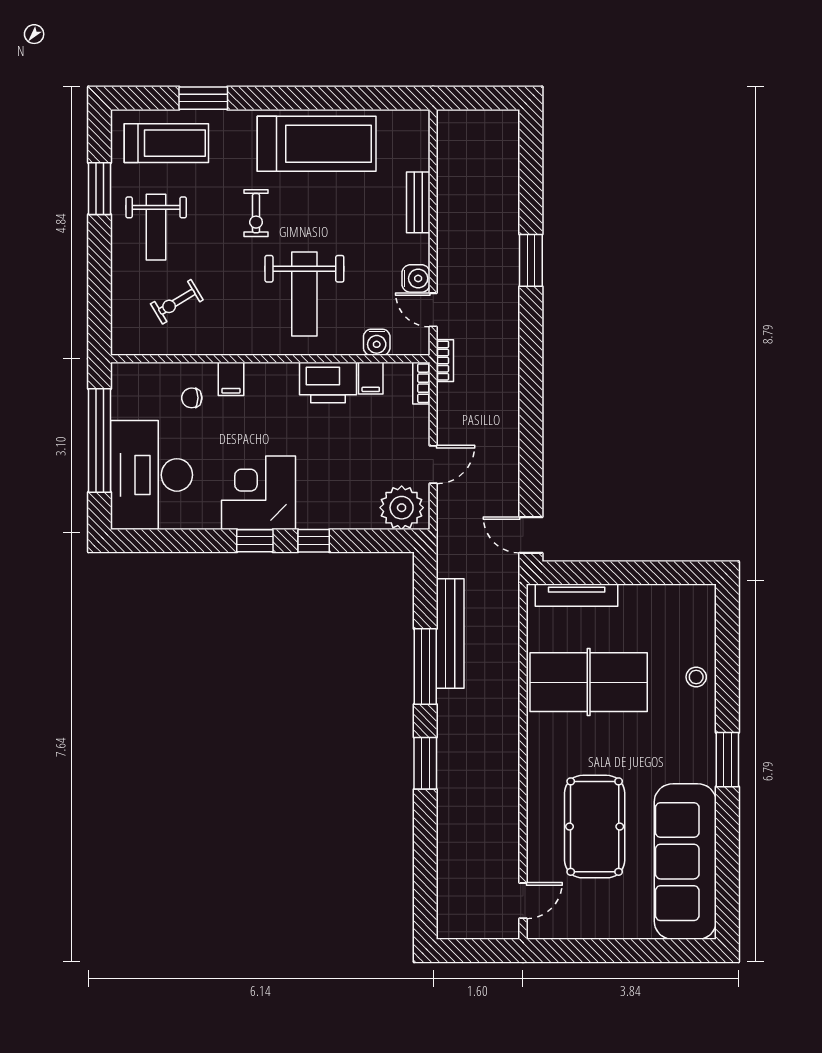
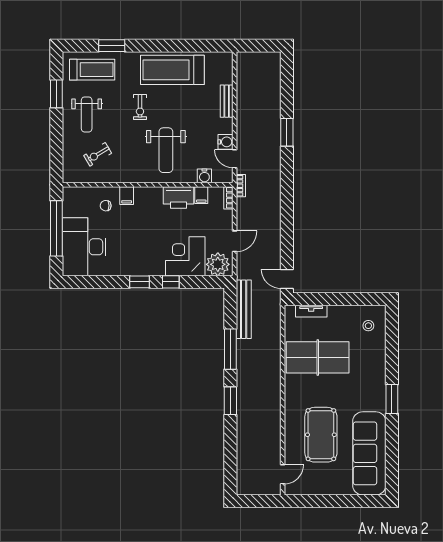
treadmill: (317, 144) -> (172, 70), turned 180
corner desk: (258, 493) -> (185, 256), moved
tv unit: (577, 595) -> (311, 311), width x0.71
bench: (450, 633) -> (244, 309), moved
stool: (696, 677) -> (368, 326), moved

